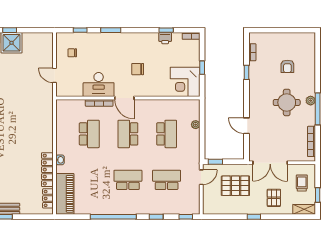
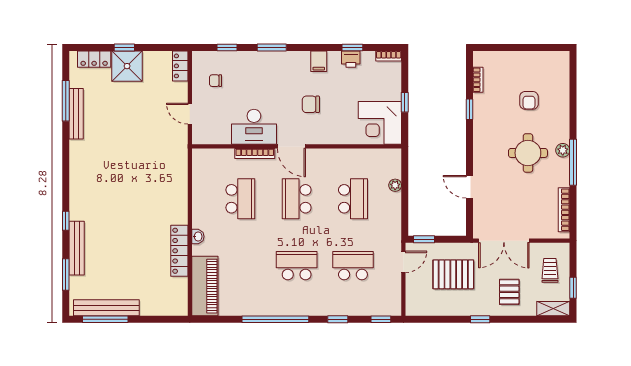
filing cabinet: (143, 40) -> (319, 61), added
locker: (48, 198) -> (180, 66), moved

